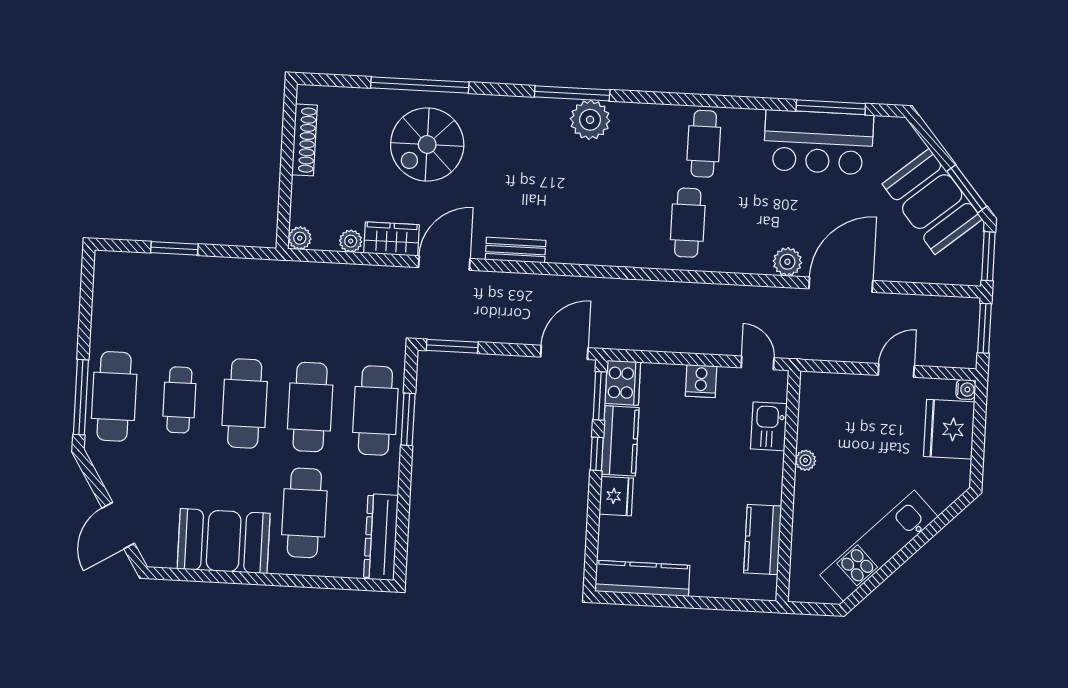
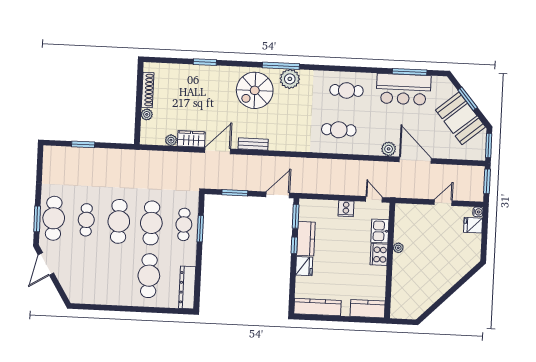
window: (420, 85) -> (205, 62), width x0.47
cafe table: (704, 144) -> (346, 90), turned 90
spiral stairs: (427, 145) -> (255, 90), moved
window: (967, 189) -> (468, 99), moved
cafe table: (688, 223) -> (339, 130), turned 90
plant: (300, 238) -> (147, 114), moved
door: (841, 285) -> (415, 160), hinge flipped
window: (452, 346) -> (235, 193), moved
cooker: (623, 383) -> (379, 255), moved, turned 180
window: (81, 397) -> (37, 219), width x0.69
cafe table: (375, 411) -> (184, 224), width x0.73, depth x0.74
fridge: (949, 429) -> (473, 225), width x0.53, depth x0.75
door: (118, 526) -> (46, 264), moved
kitchen counter: (763, 540) -> (368, 309), moved, turned 90
booth: (224, 541) -> (109, 290), removed
kitchen unit: (879, 546) -> (435, 290), removed

